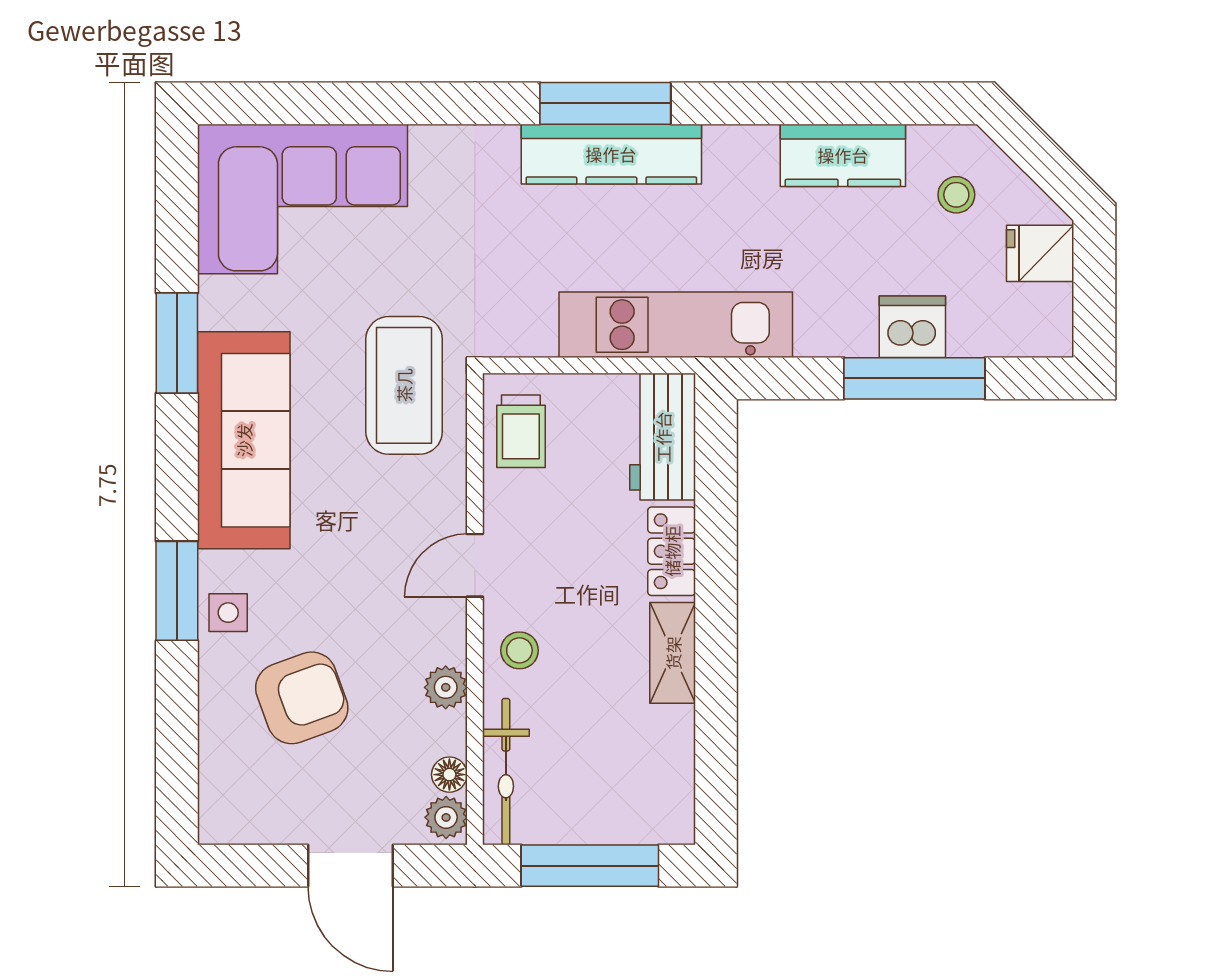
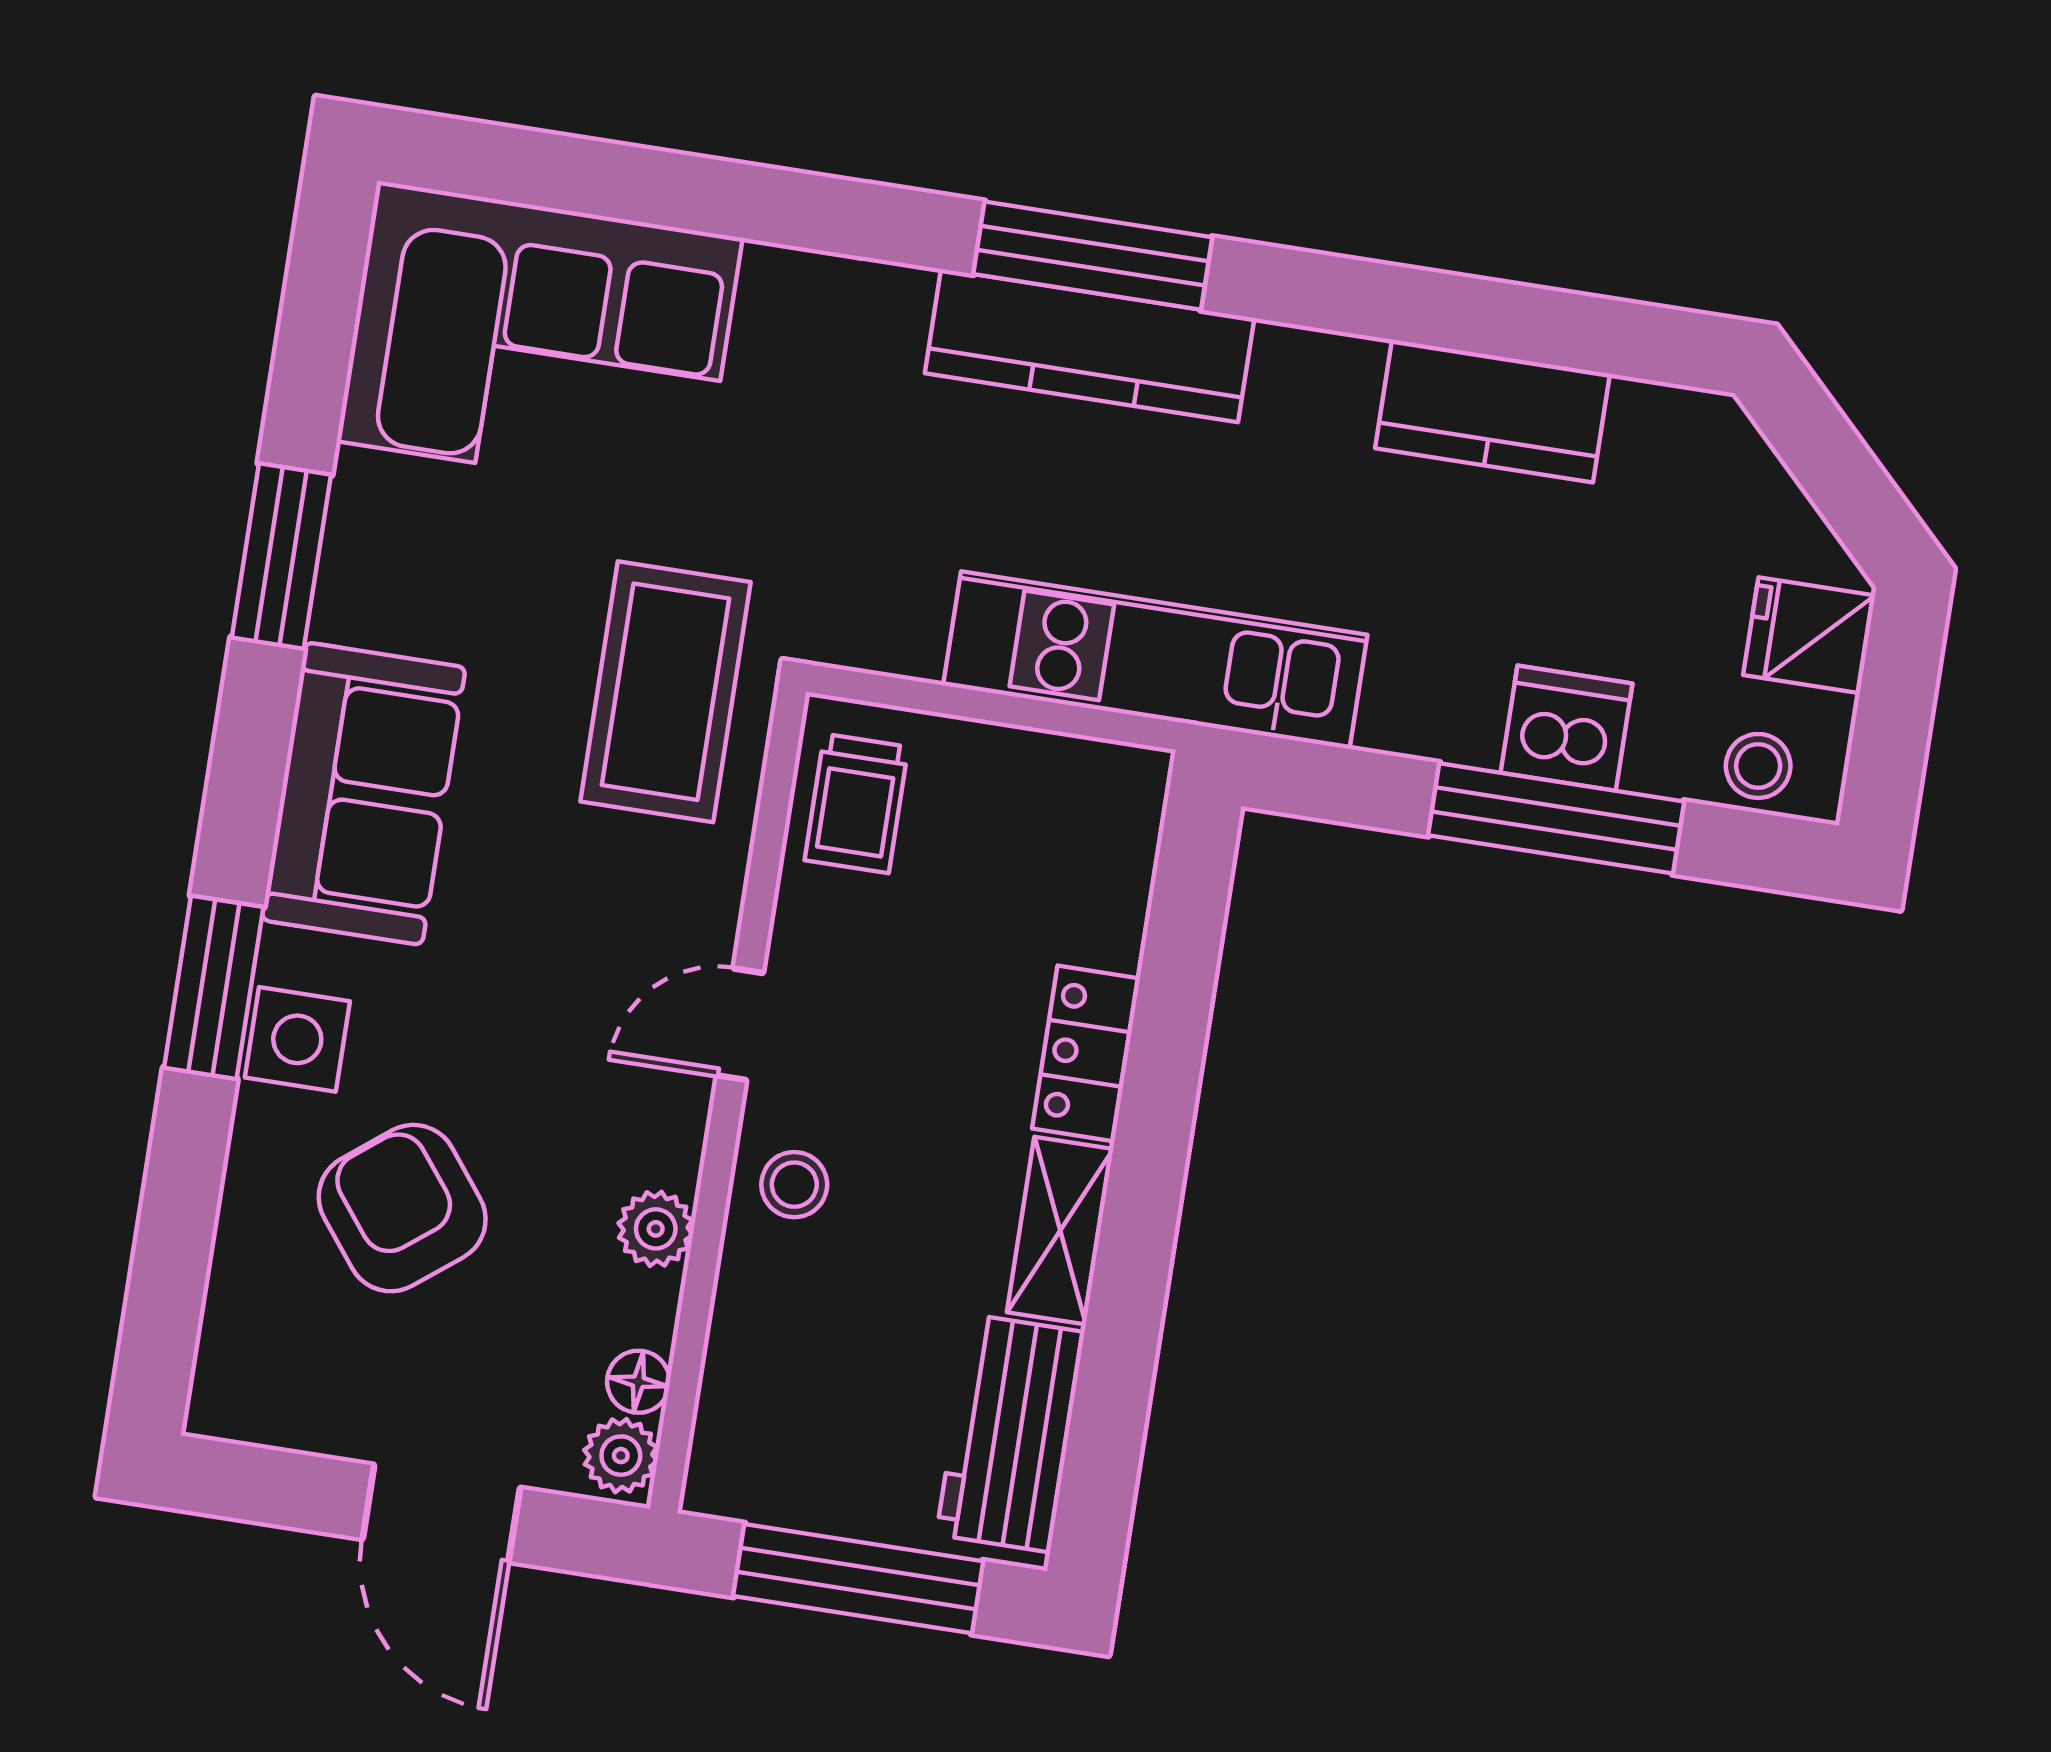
stool: (956, 195) -> (1758, 766), moved
workbench: (663, 437) -> (1010, 1433), moved
sofa: (244, 440) -> (364, 794), width x0.73
side table: (228, 613) -> (297, 1039), width x1.37, depth x1.37
armchair: (302, 698) -> (402, 1208), turned -108
bicycle: (506, 772) -> (738, 1392), removed

